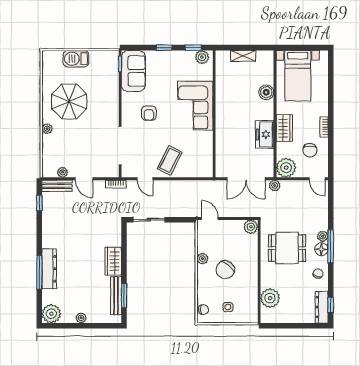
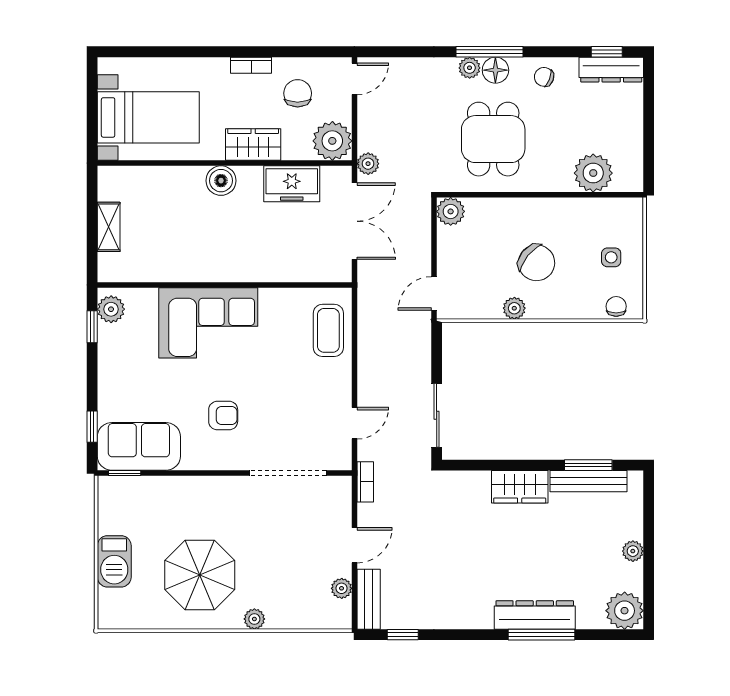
window: (164, 48) -> (92, 427), moved
boiler: (266, 92) -> (221, 181), moved
freezer: (265, 134) -> (292, 184), moved
chair: (310, 150) -> (298, 93), turned -90
coffee table: (170, 160) -> (328, 330), moved, turned 63

